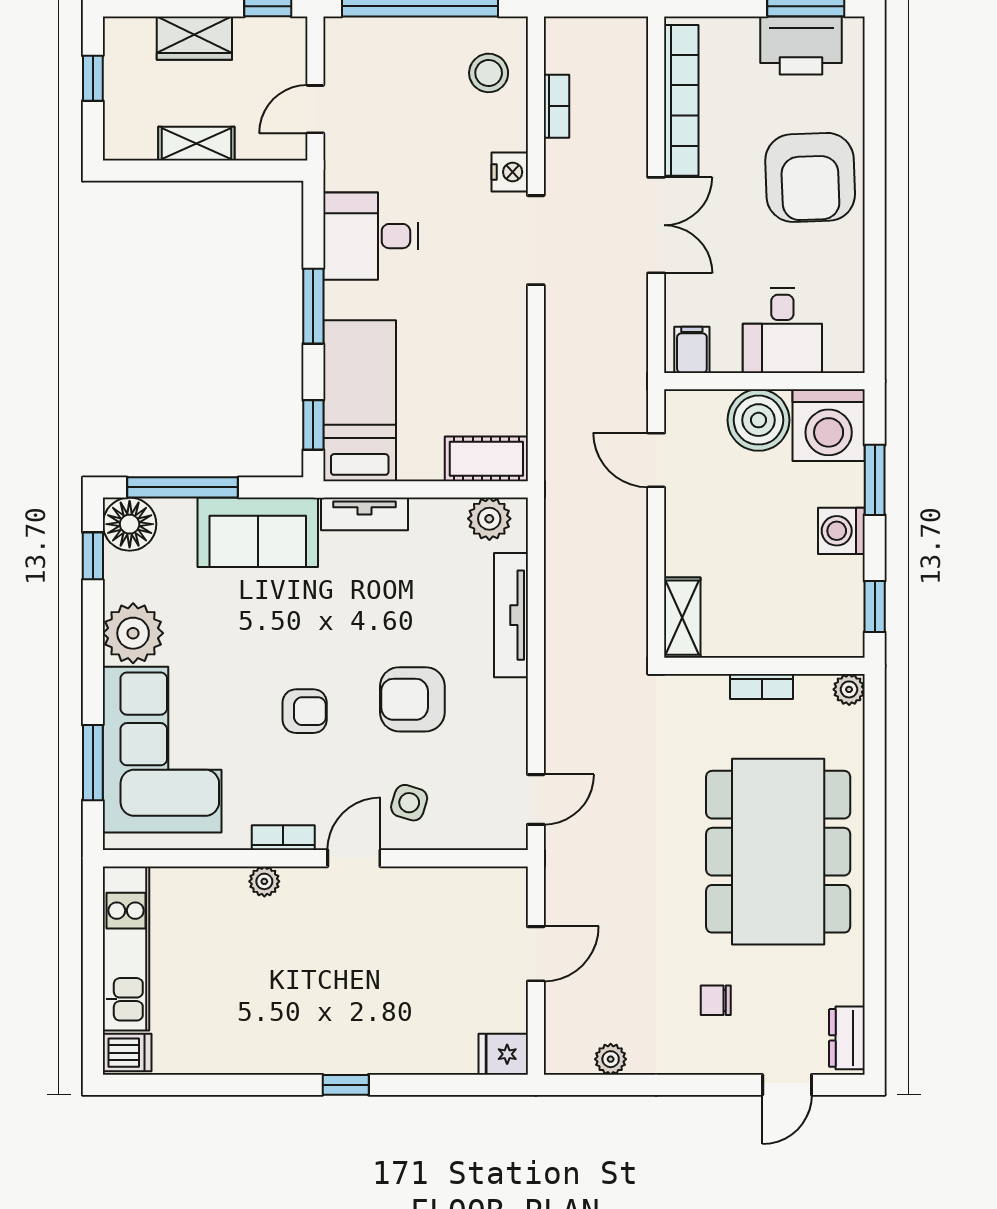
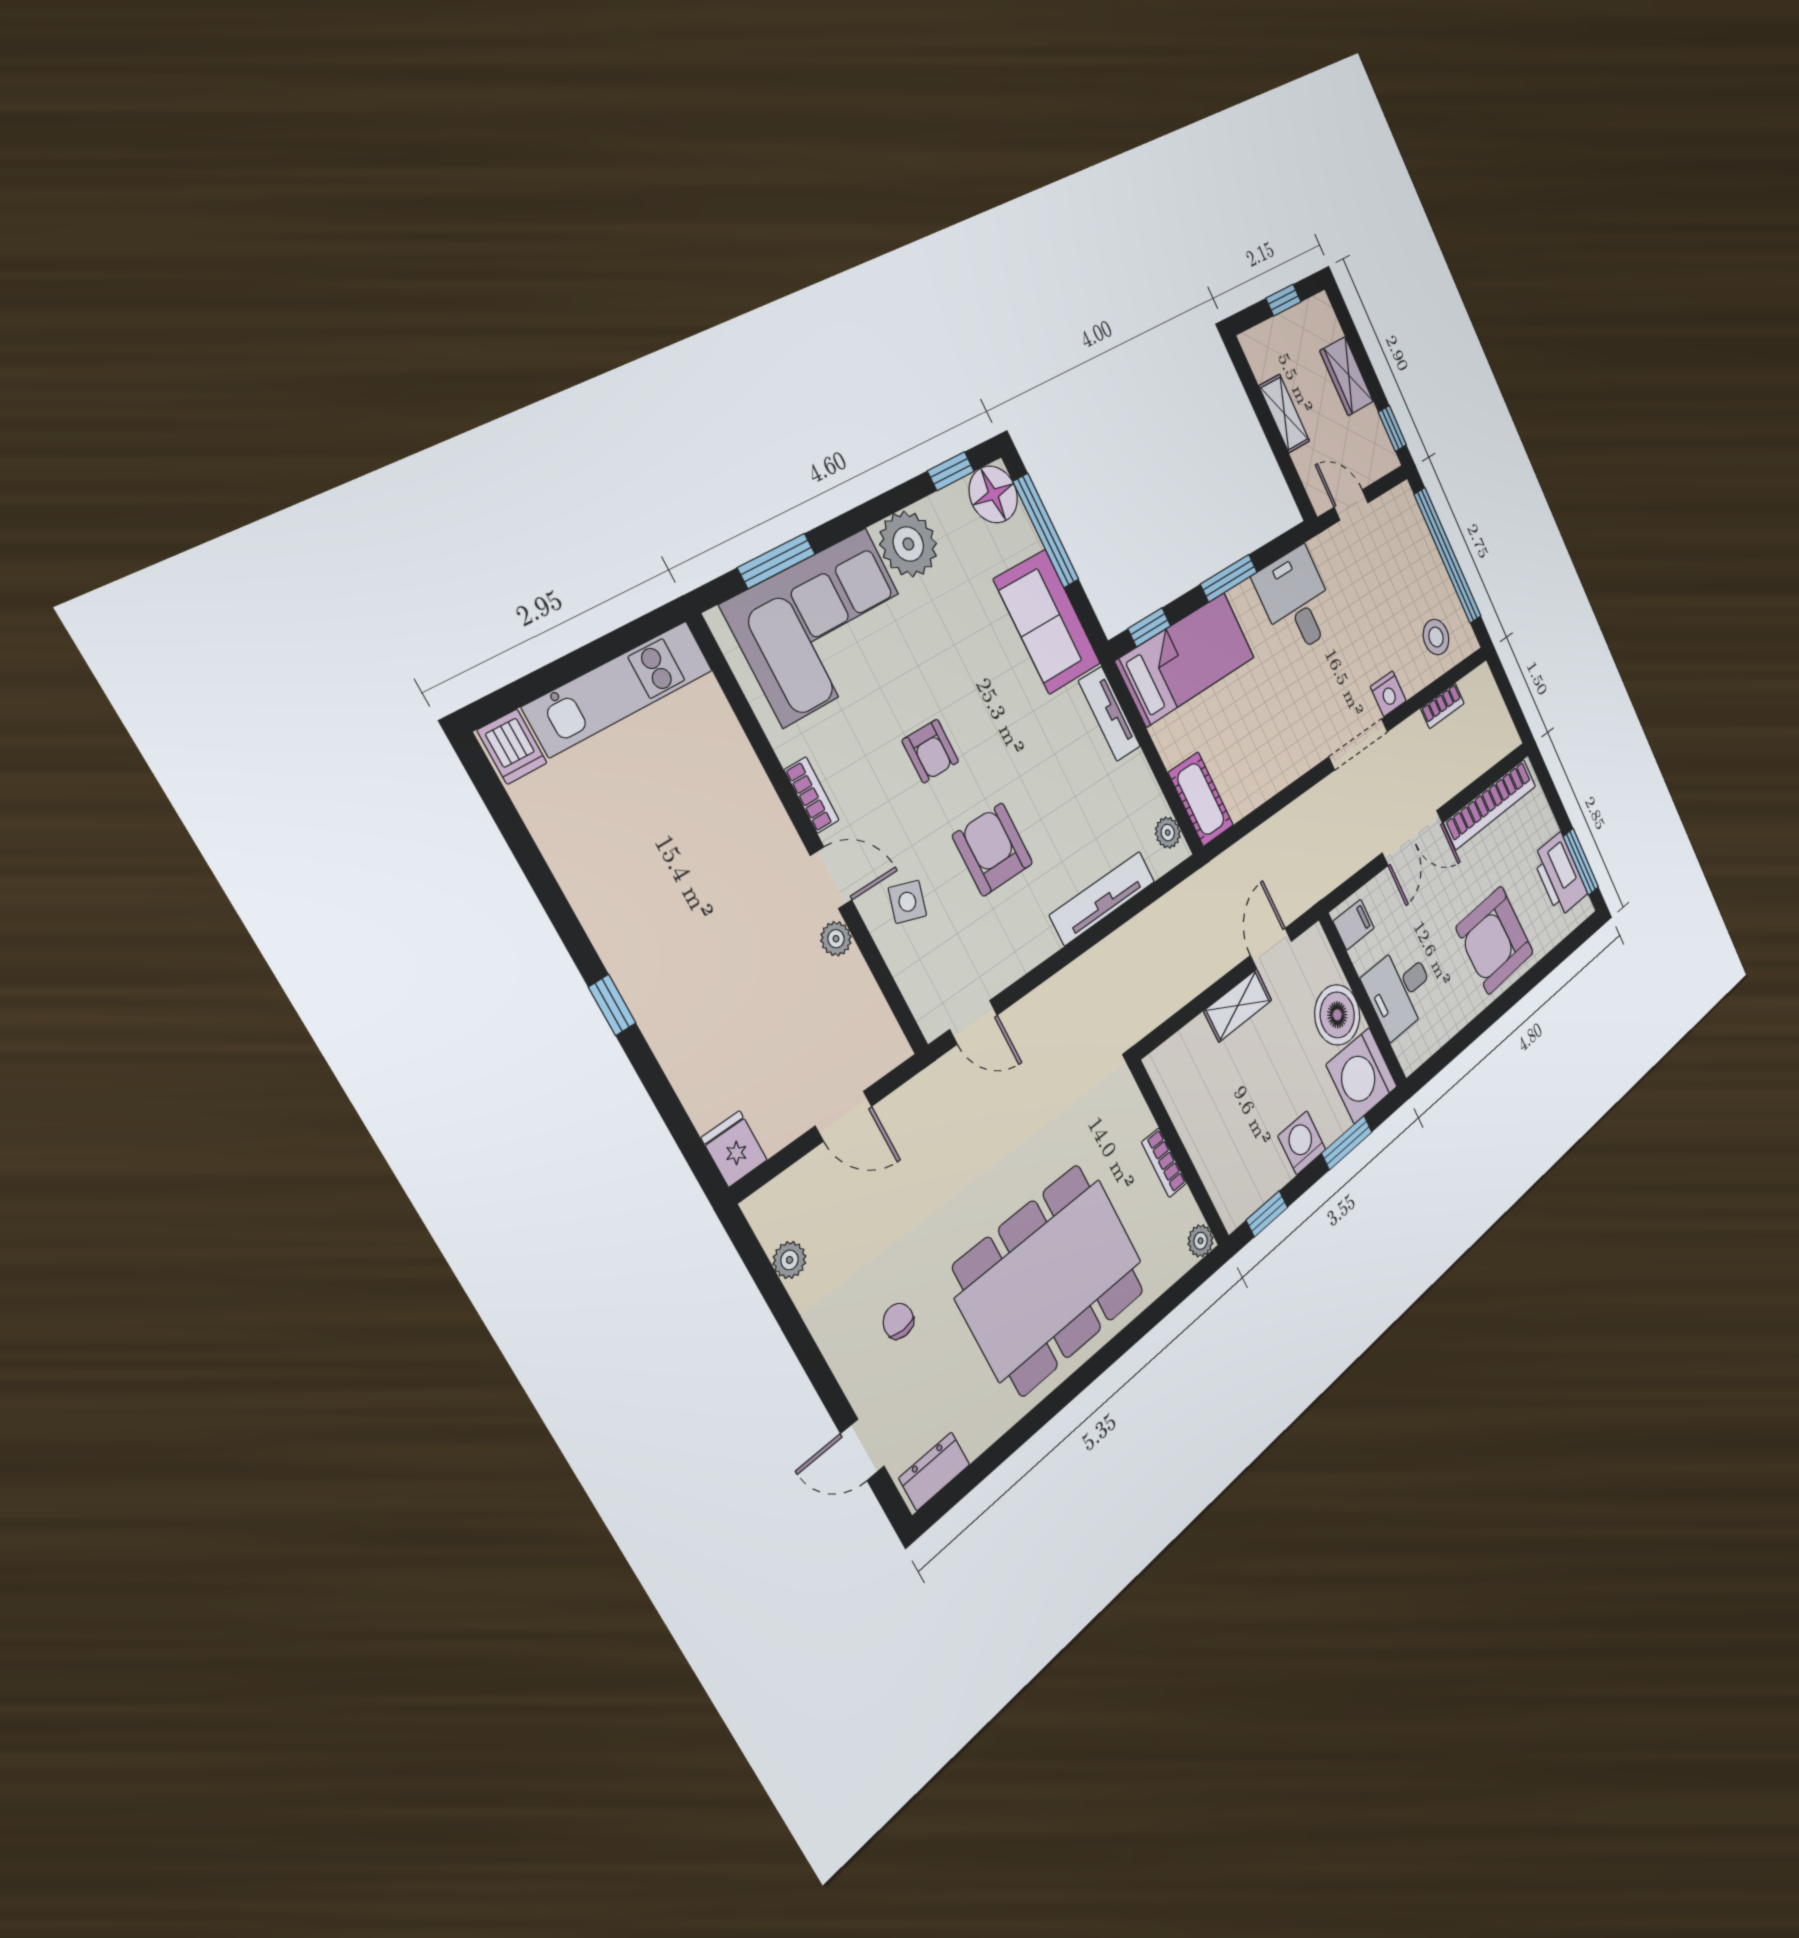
plant: (489, 519) -> (1168, 833), width x0.73, depth x0.73
shelving: (682, 618) -> (1238, 1005), moved
plant: (264, 881) -> (836, 939), moved

